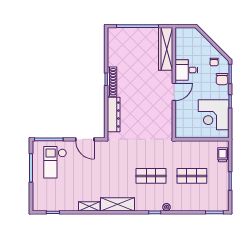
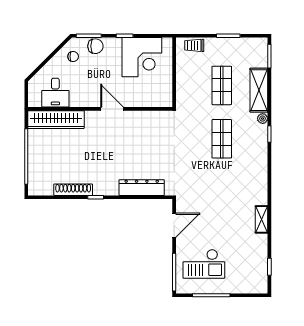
desk: (186, 70) -> (55, 93), moved
shoe rack: (112, 82) -> (73, 190), moved
shelving: (118, 204) -> (259, 90), moved

